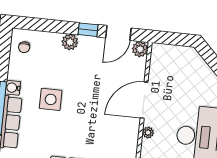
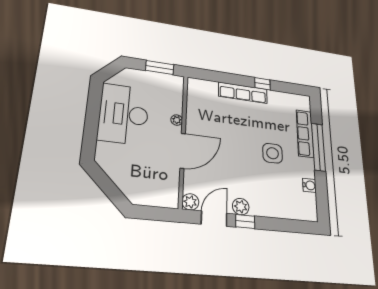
plant: (70, 42) -> (241, 207), moved
chair: (24, 47) -> (304, 203), removed
water cooler: (13, 88) -> (309, 185), moved

